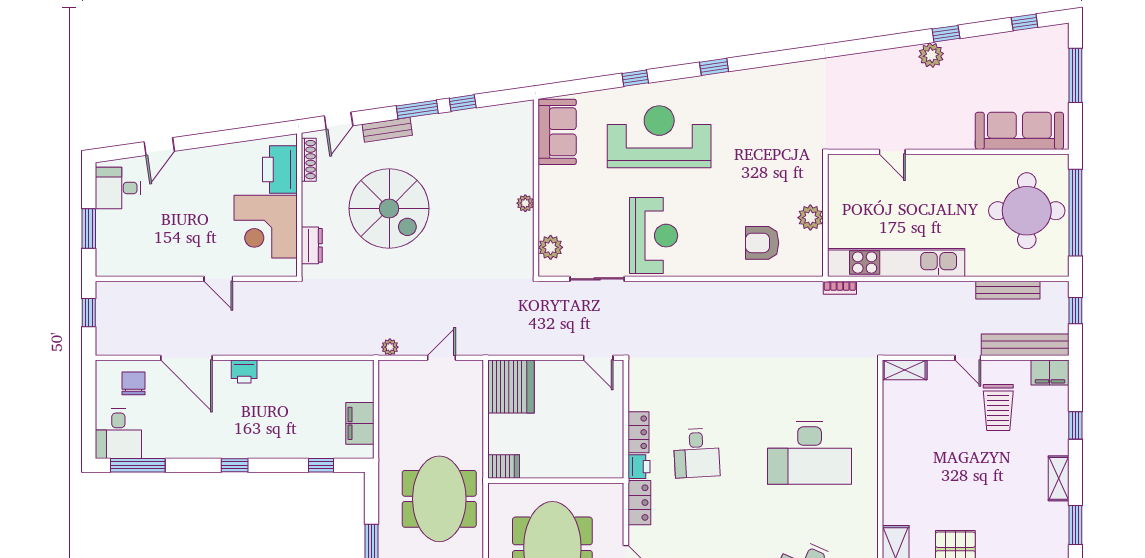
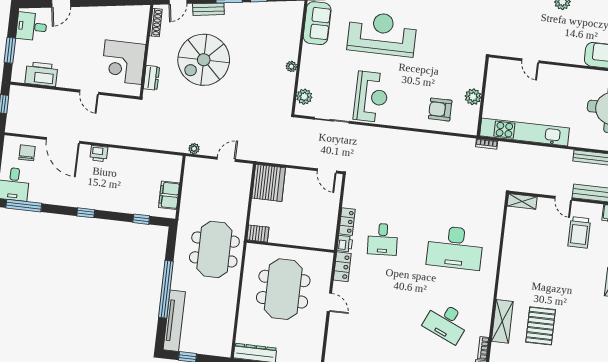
printer: (280, 170) -> (41, 74), moved, turned 90
spiral stairs: (389, 209) -> (204, 60), turned 90

